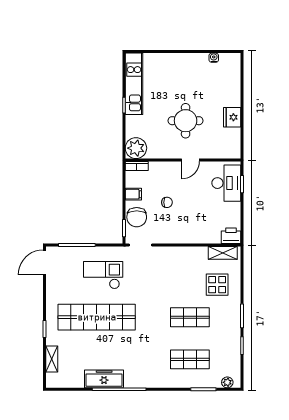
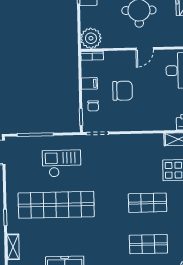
chair: (167, 202) -> (123, 91), width x1.87, depth x1.87
chair: (137, 217) -> (93, 106), width x0.54, depth x0.54

